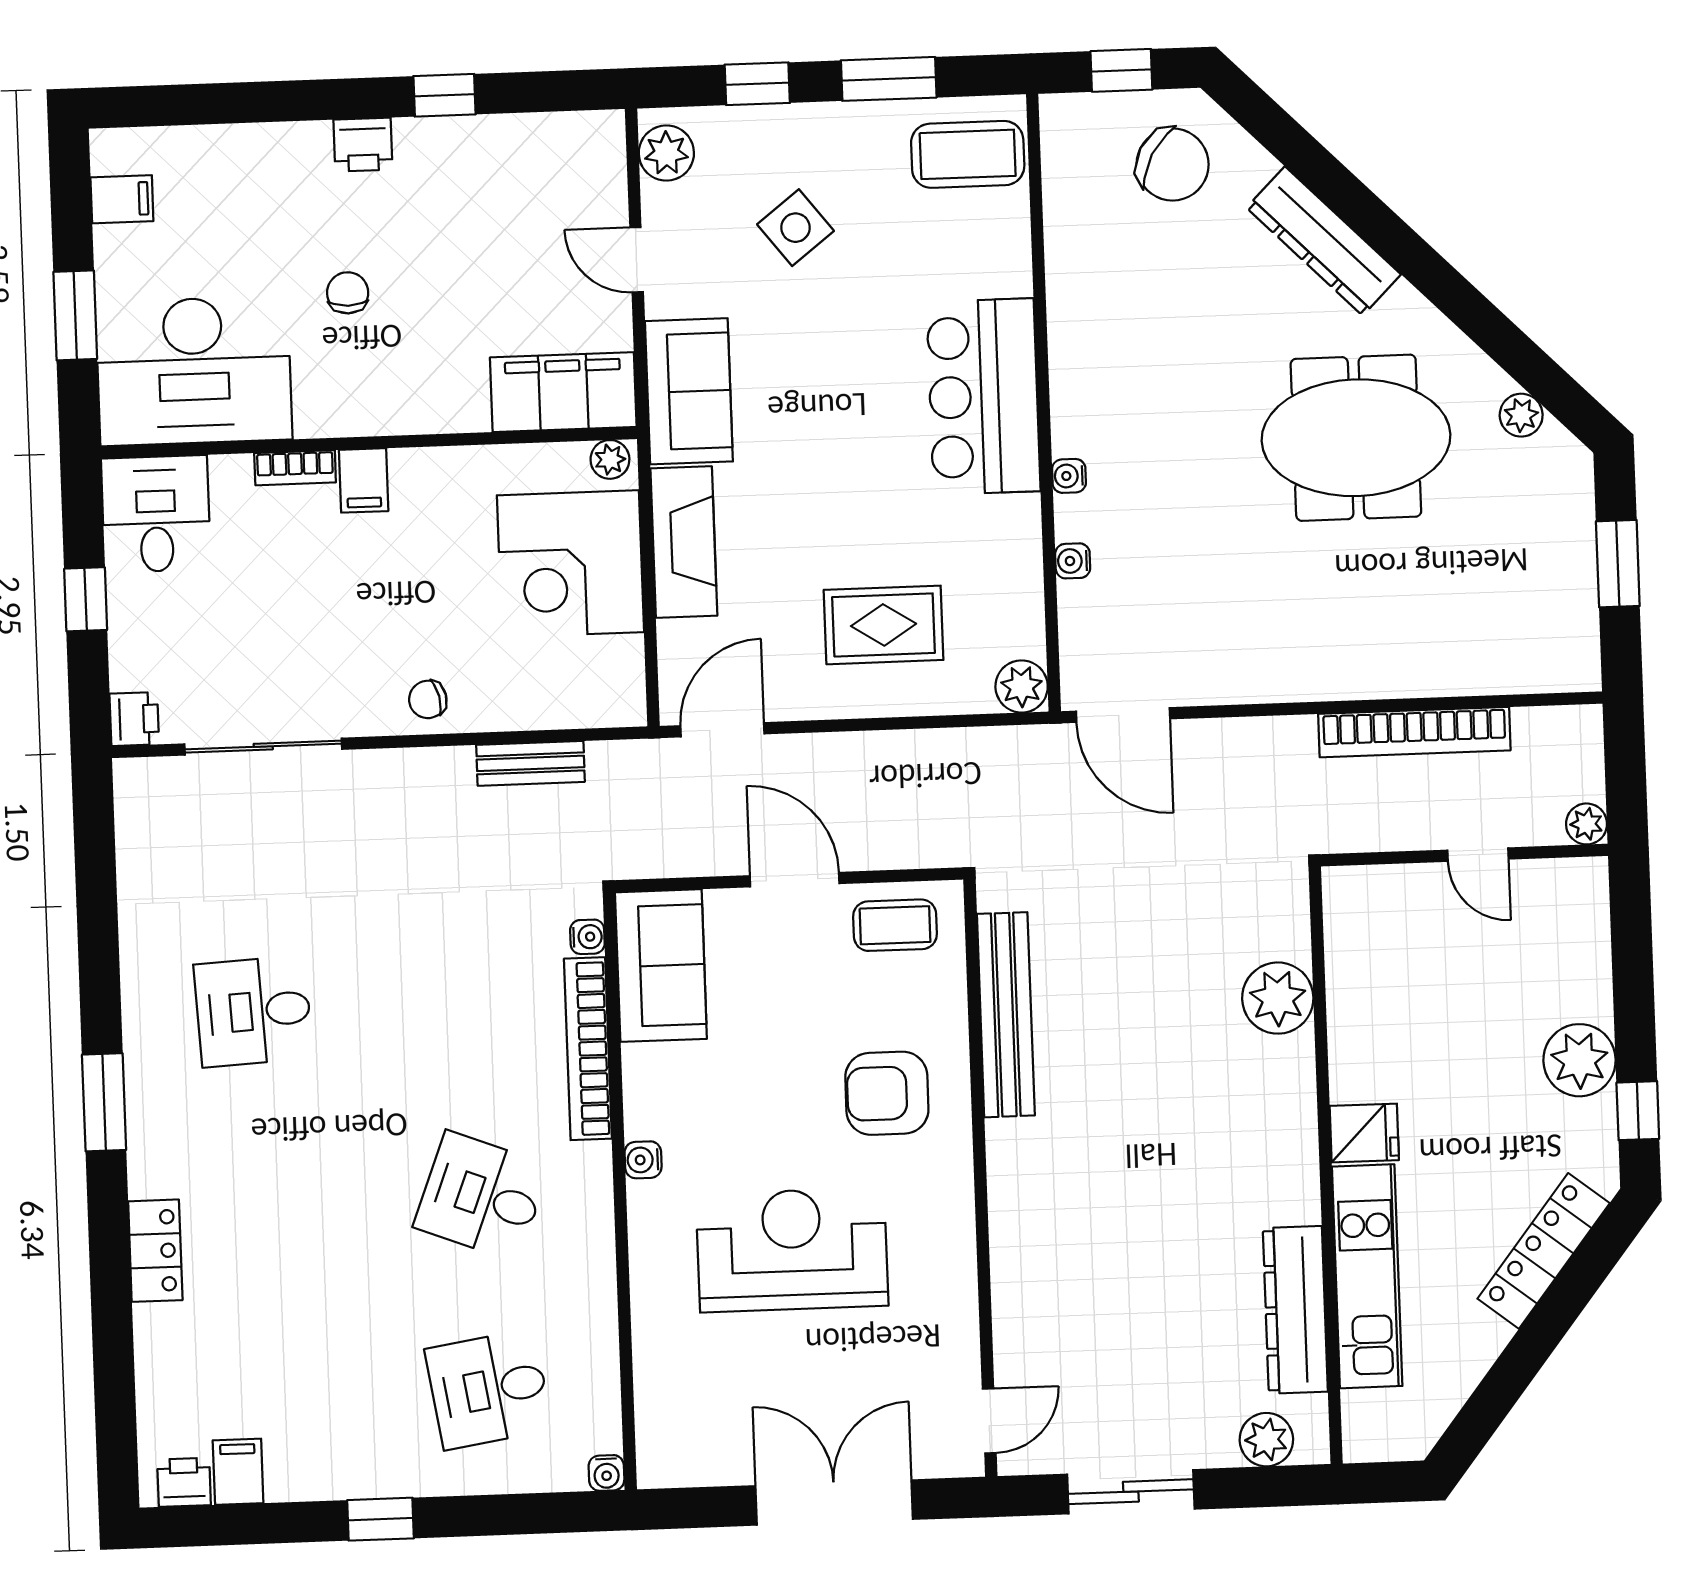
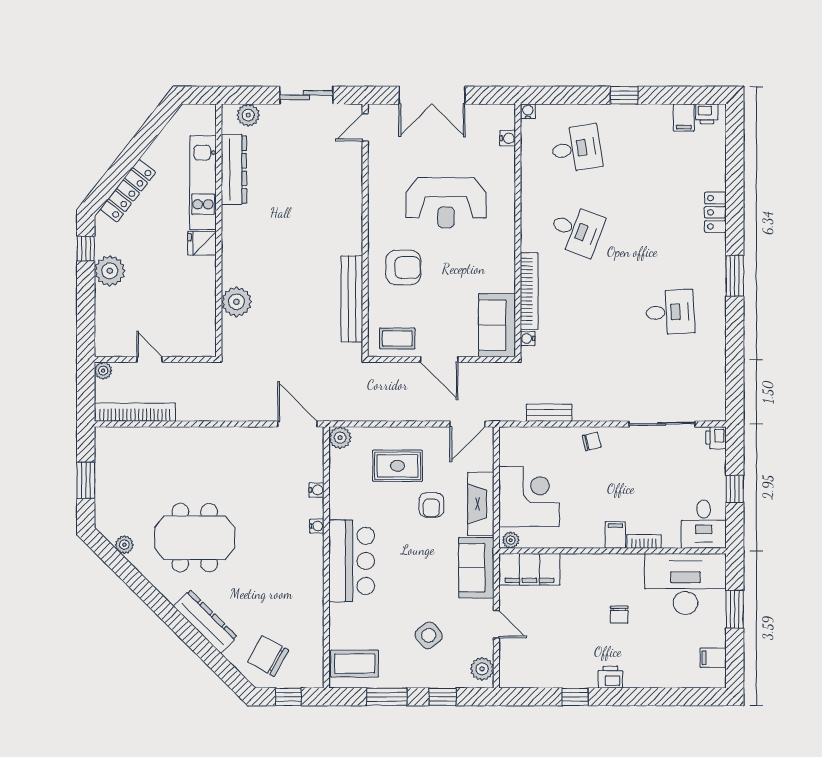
armchair: (800, 535) -> (431, 505), added
bookcase: (1414, 732) -> (135, 412), moved
water cooler: (643, 1160) -> (508, 138), moved

